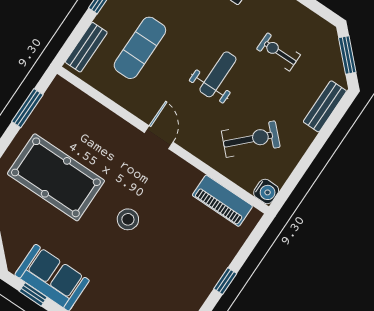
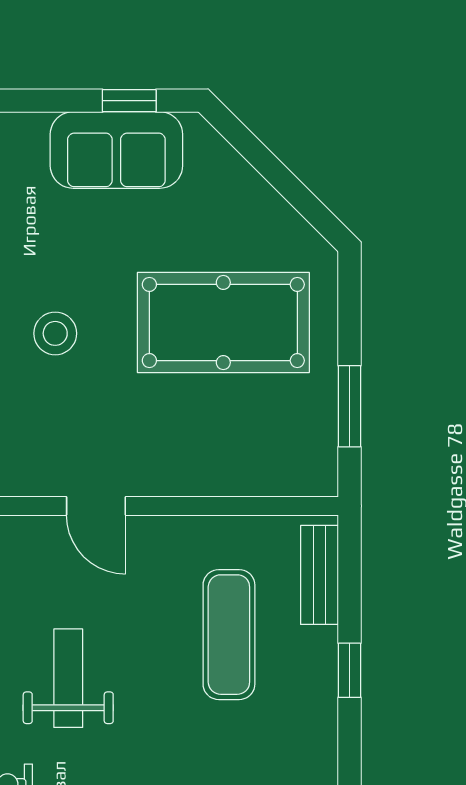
weight bench: (218, 74) -> (68, 678), turned 180

